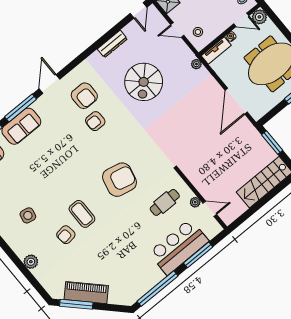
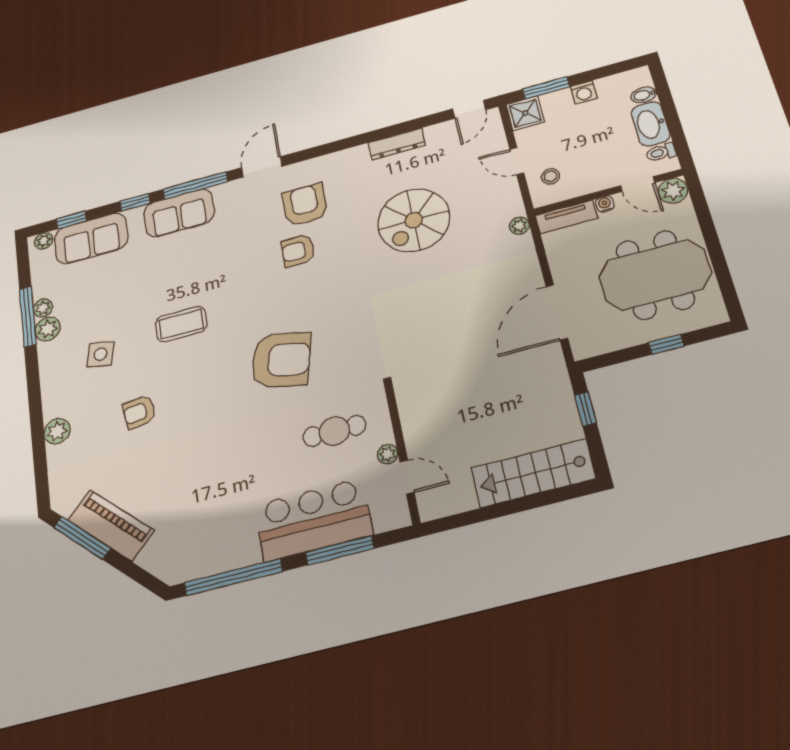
armchair: (84, 96) -> (305, 205), turned 180
window: (272, 142) -> (585, 409), width x0.67
coffee table: (82, 214) -> (181, 324), moved, turned 90

